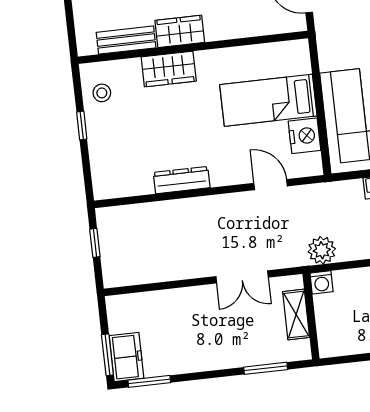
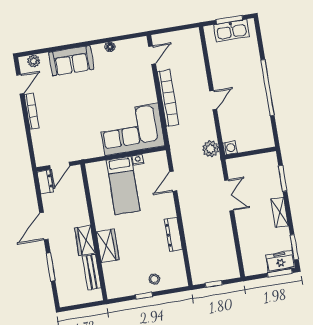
stool: (102, 93) -> (154, 279), moved
nightstand: (305, 136) -> (138, 160), width x0.53, depth x0.56
shelving: (296, 315) -> (280, 212), moved, turned 90

